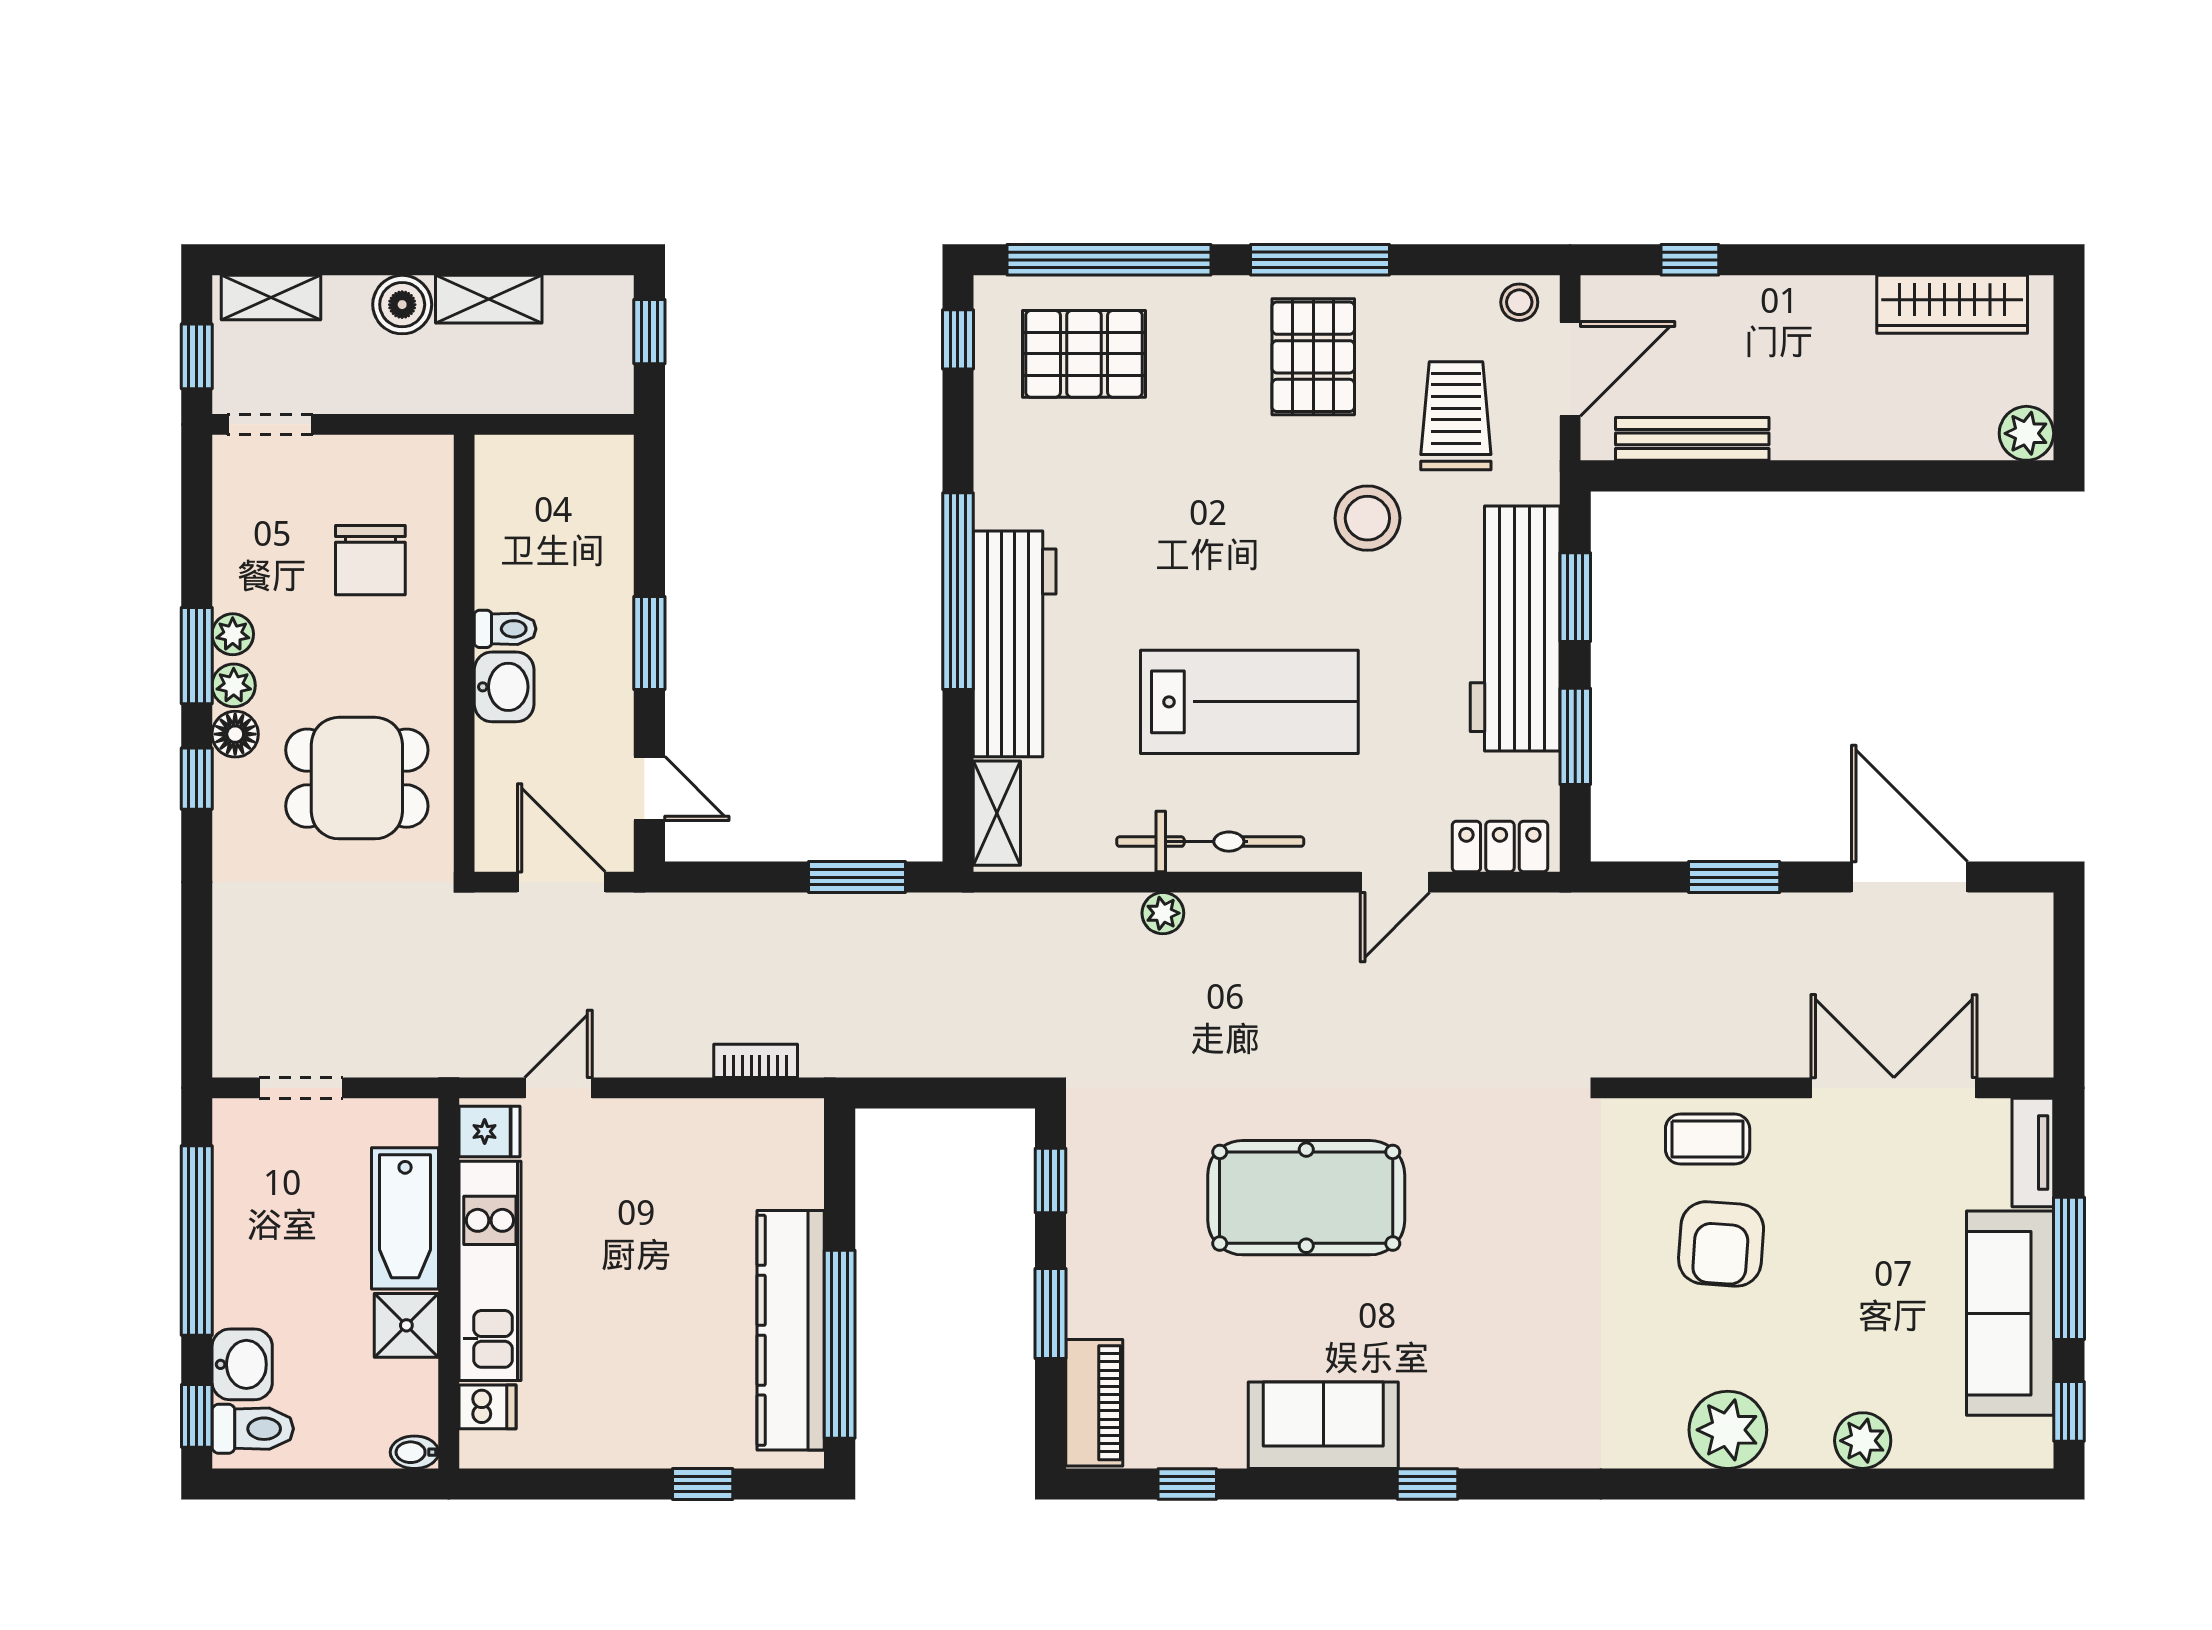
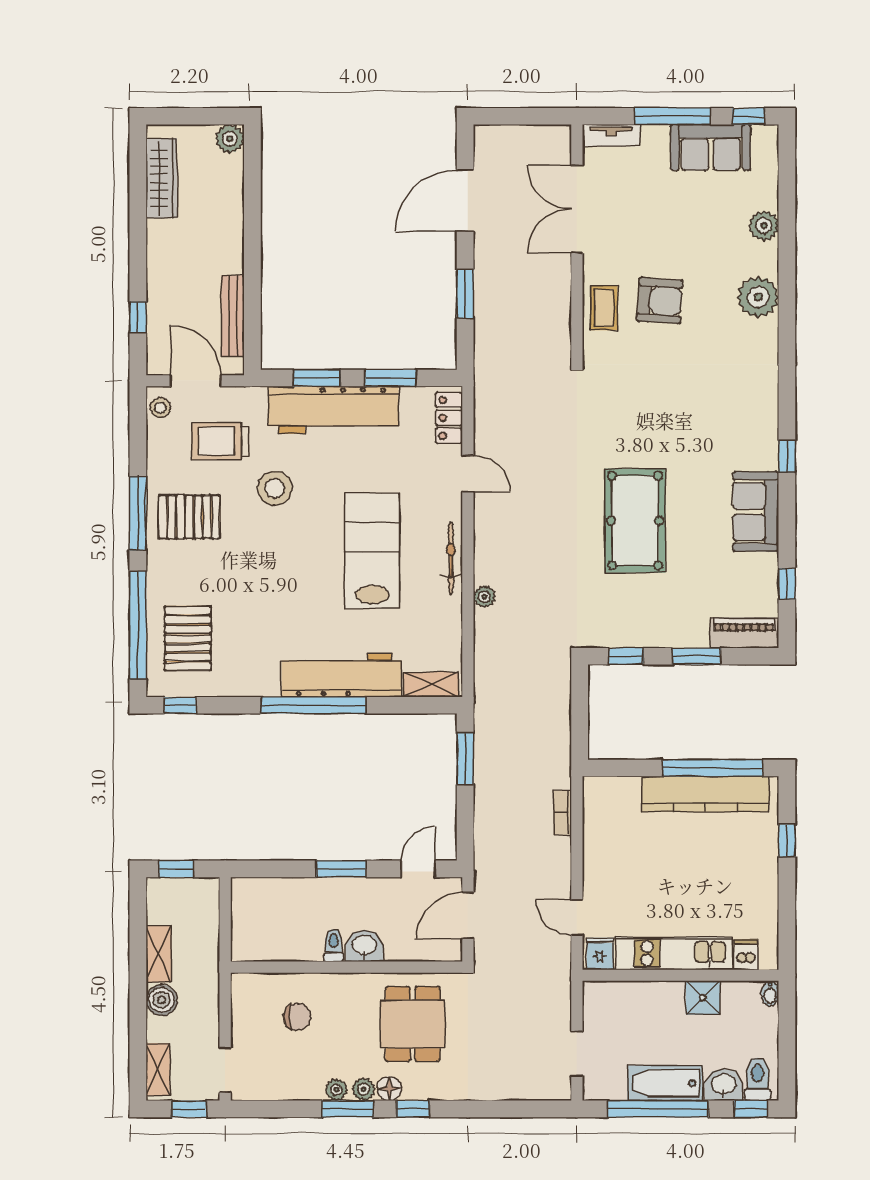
chair: (370, 560) -> (297, 1017), width x0.73, depth x0.73
bicycle: (1210, 842) -> (451, 558), width x0.73, depth x0.71
bathtub: (405, 1218) -> (665, 1083), moved, turned 180
sofa: (2010, 1313) -> (711, 147), width x0.73

